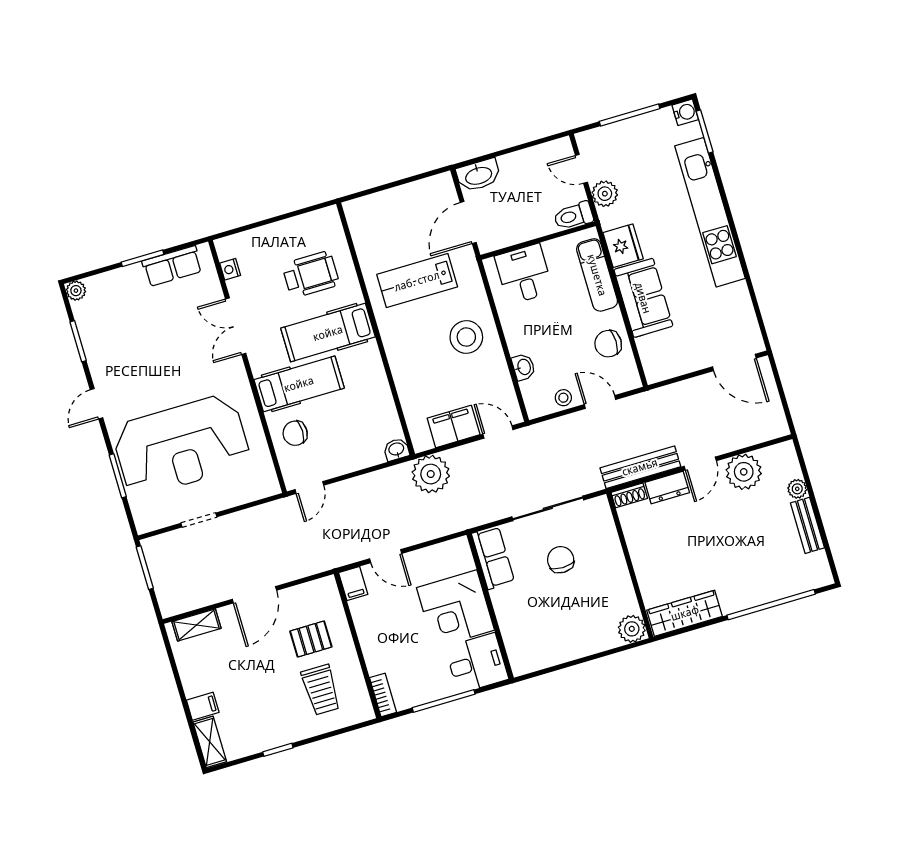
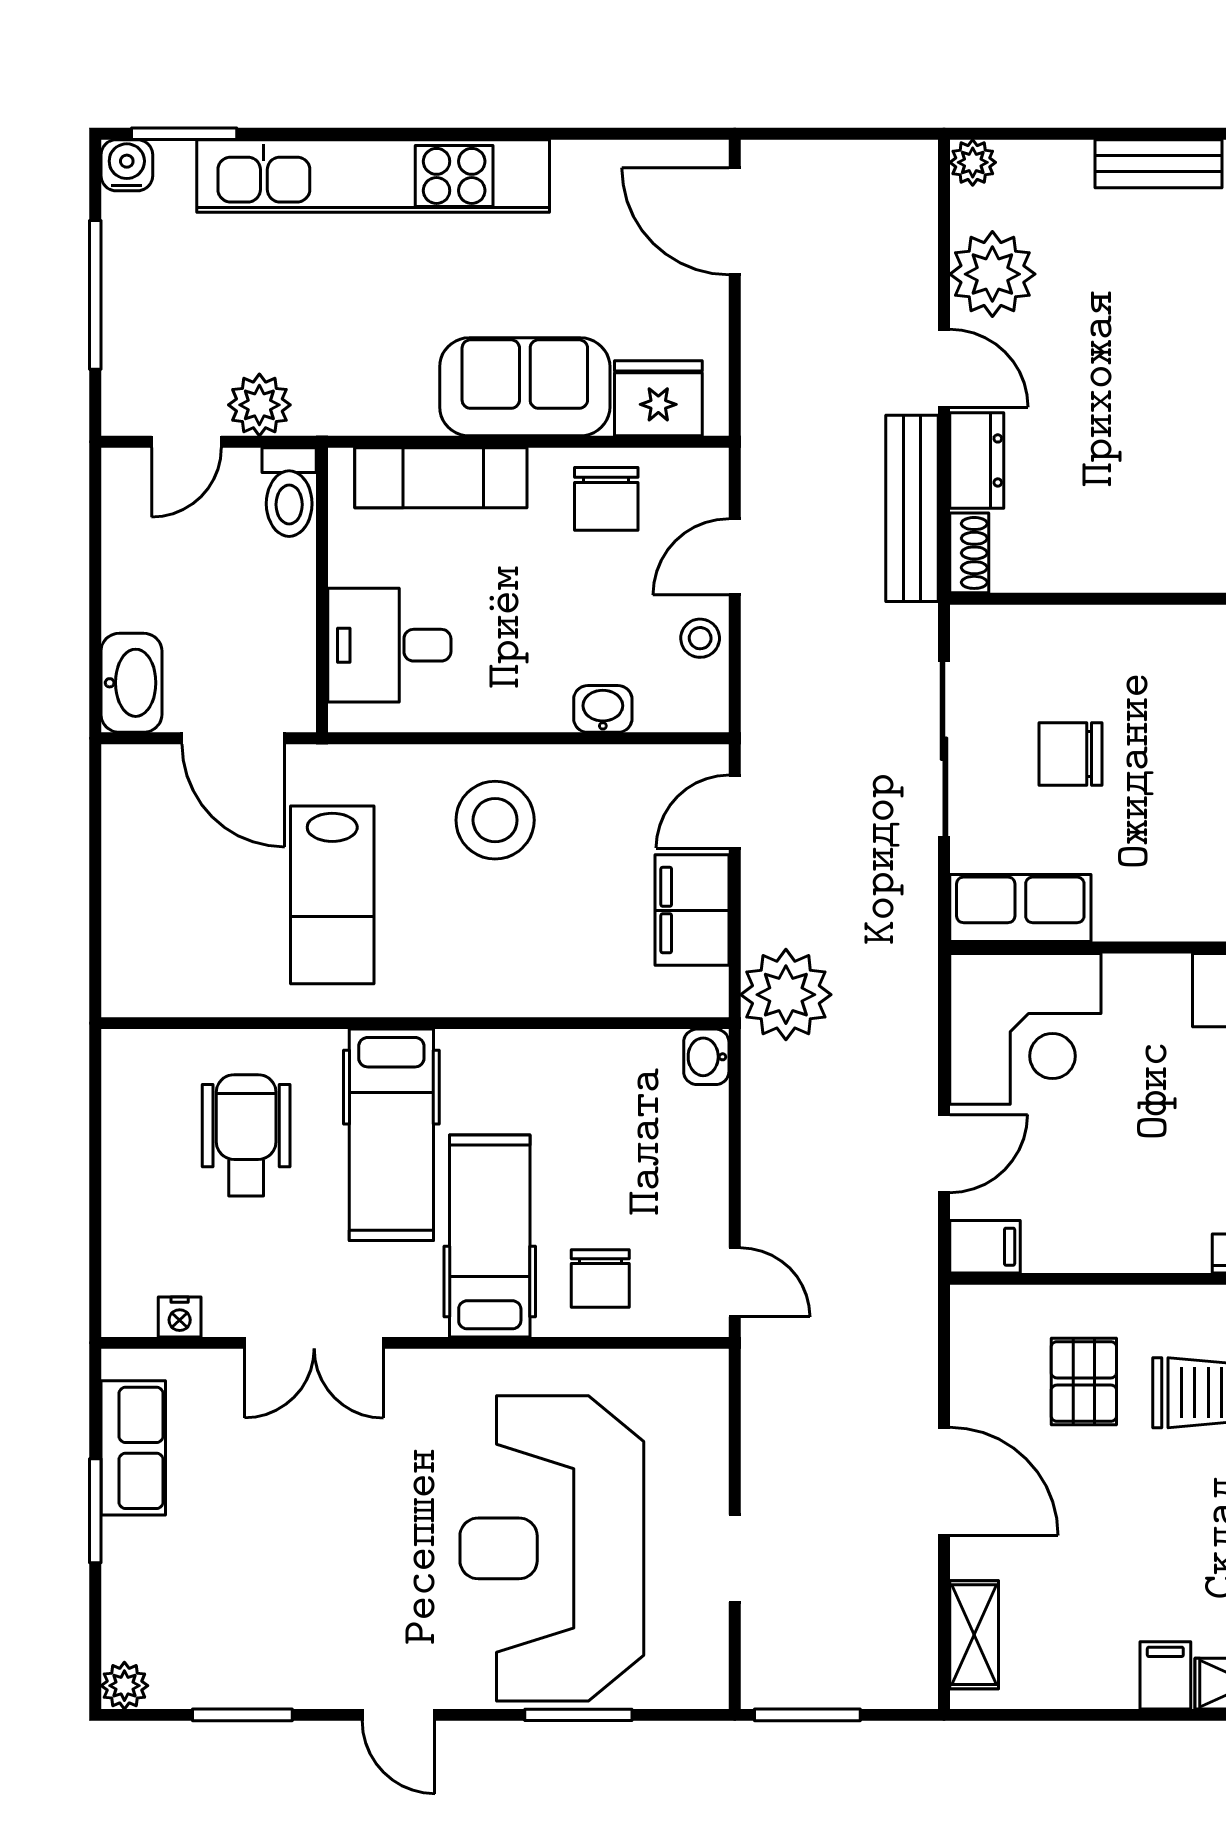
fridge: (623, 246) -> (658, 398), moved
door: (734, 362) -> (735, 221), swing flipped
reception desk: (181, 446) -> (552, 1548), turned 180
plant: (797, 489) -> (973, 162), moved
corner desk: (455, 609) -> (1025, 1029), moved

